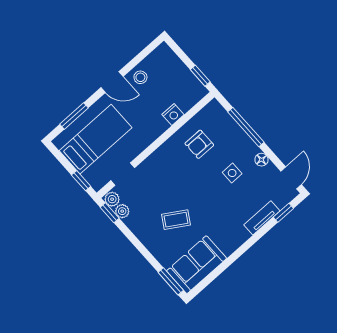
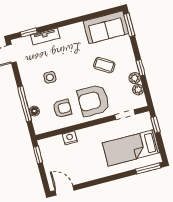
stool: (140, 77) -> (79, 174), removed
door: (112, 82) -> (65, 190), moved
window: (74, 116) -> (148, 168), moved
floor lamp: (261, 160) -> (34, 111), moved
armchair: (168, 172) -> (93, 101), added
plant: (112, 199) -> (135, 78), moved
window: (110, 213) -> (141, 68), moved

